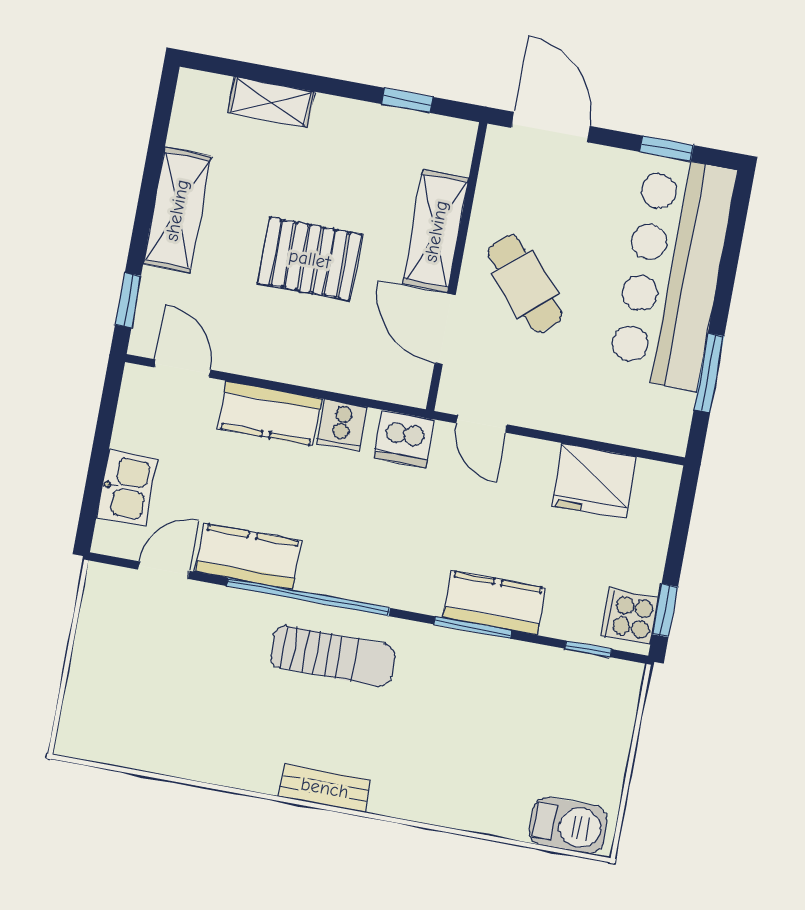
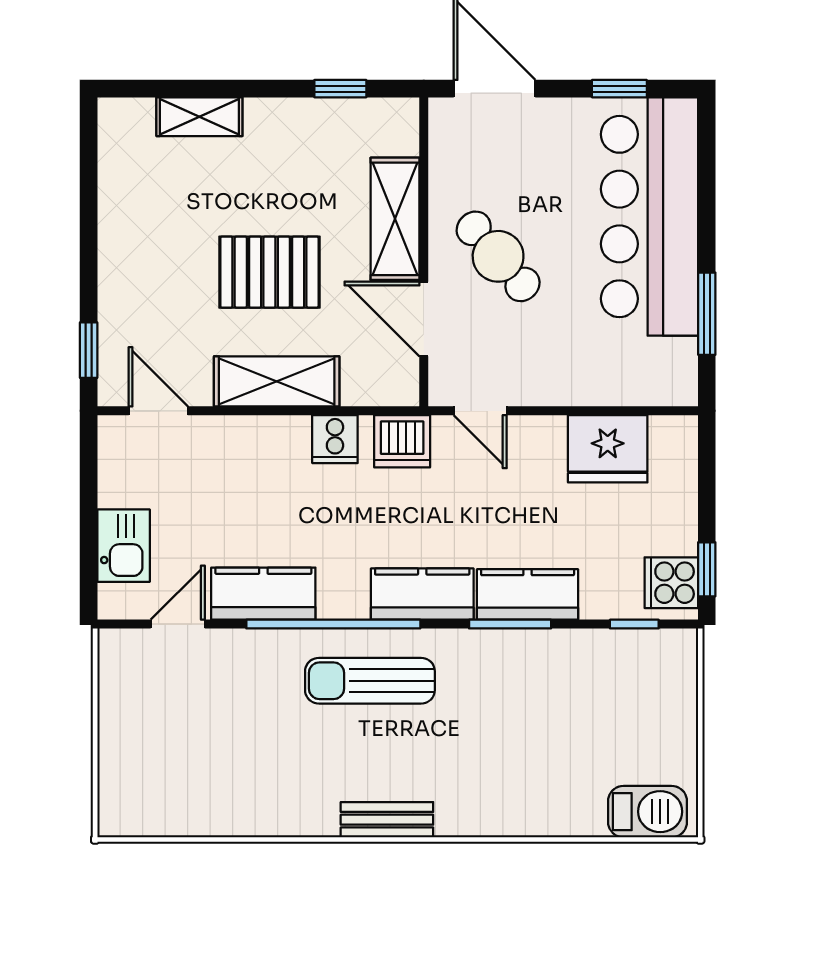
shelving: (177, 210) -> (277, 381), moved, turned 90
kitchen counter: (269, 413) -> (422, 594), moved, turned 180
sun lounger: (333, 656) -> (370, 681), turned 180

